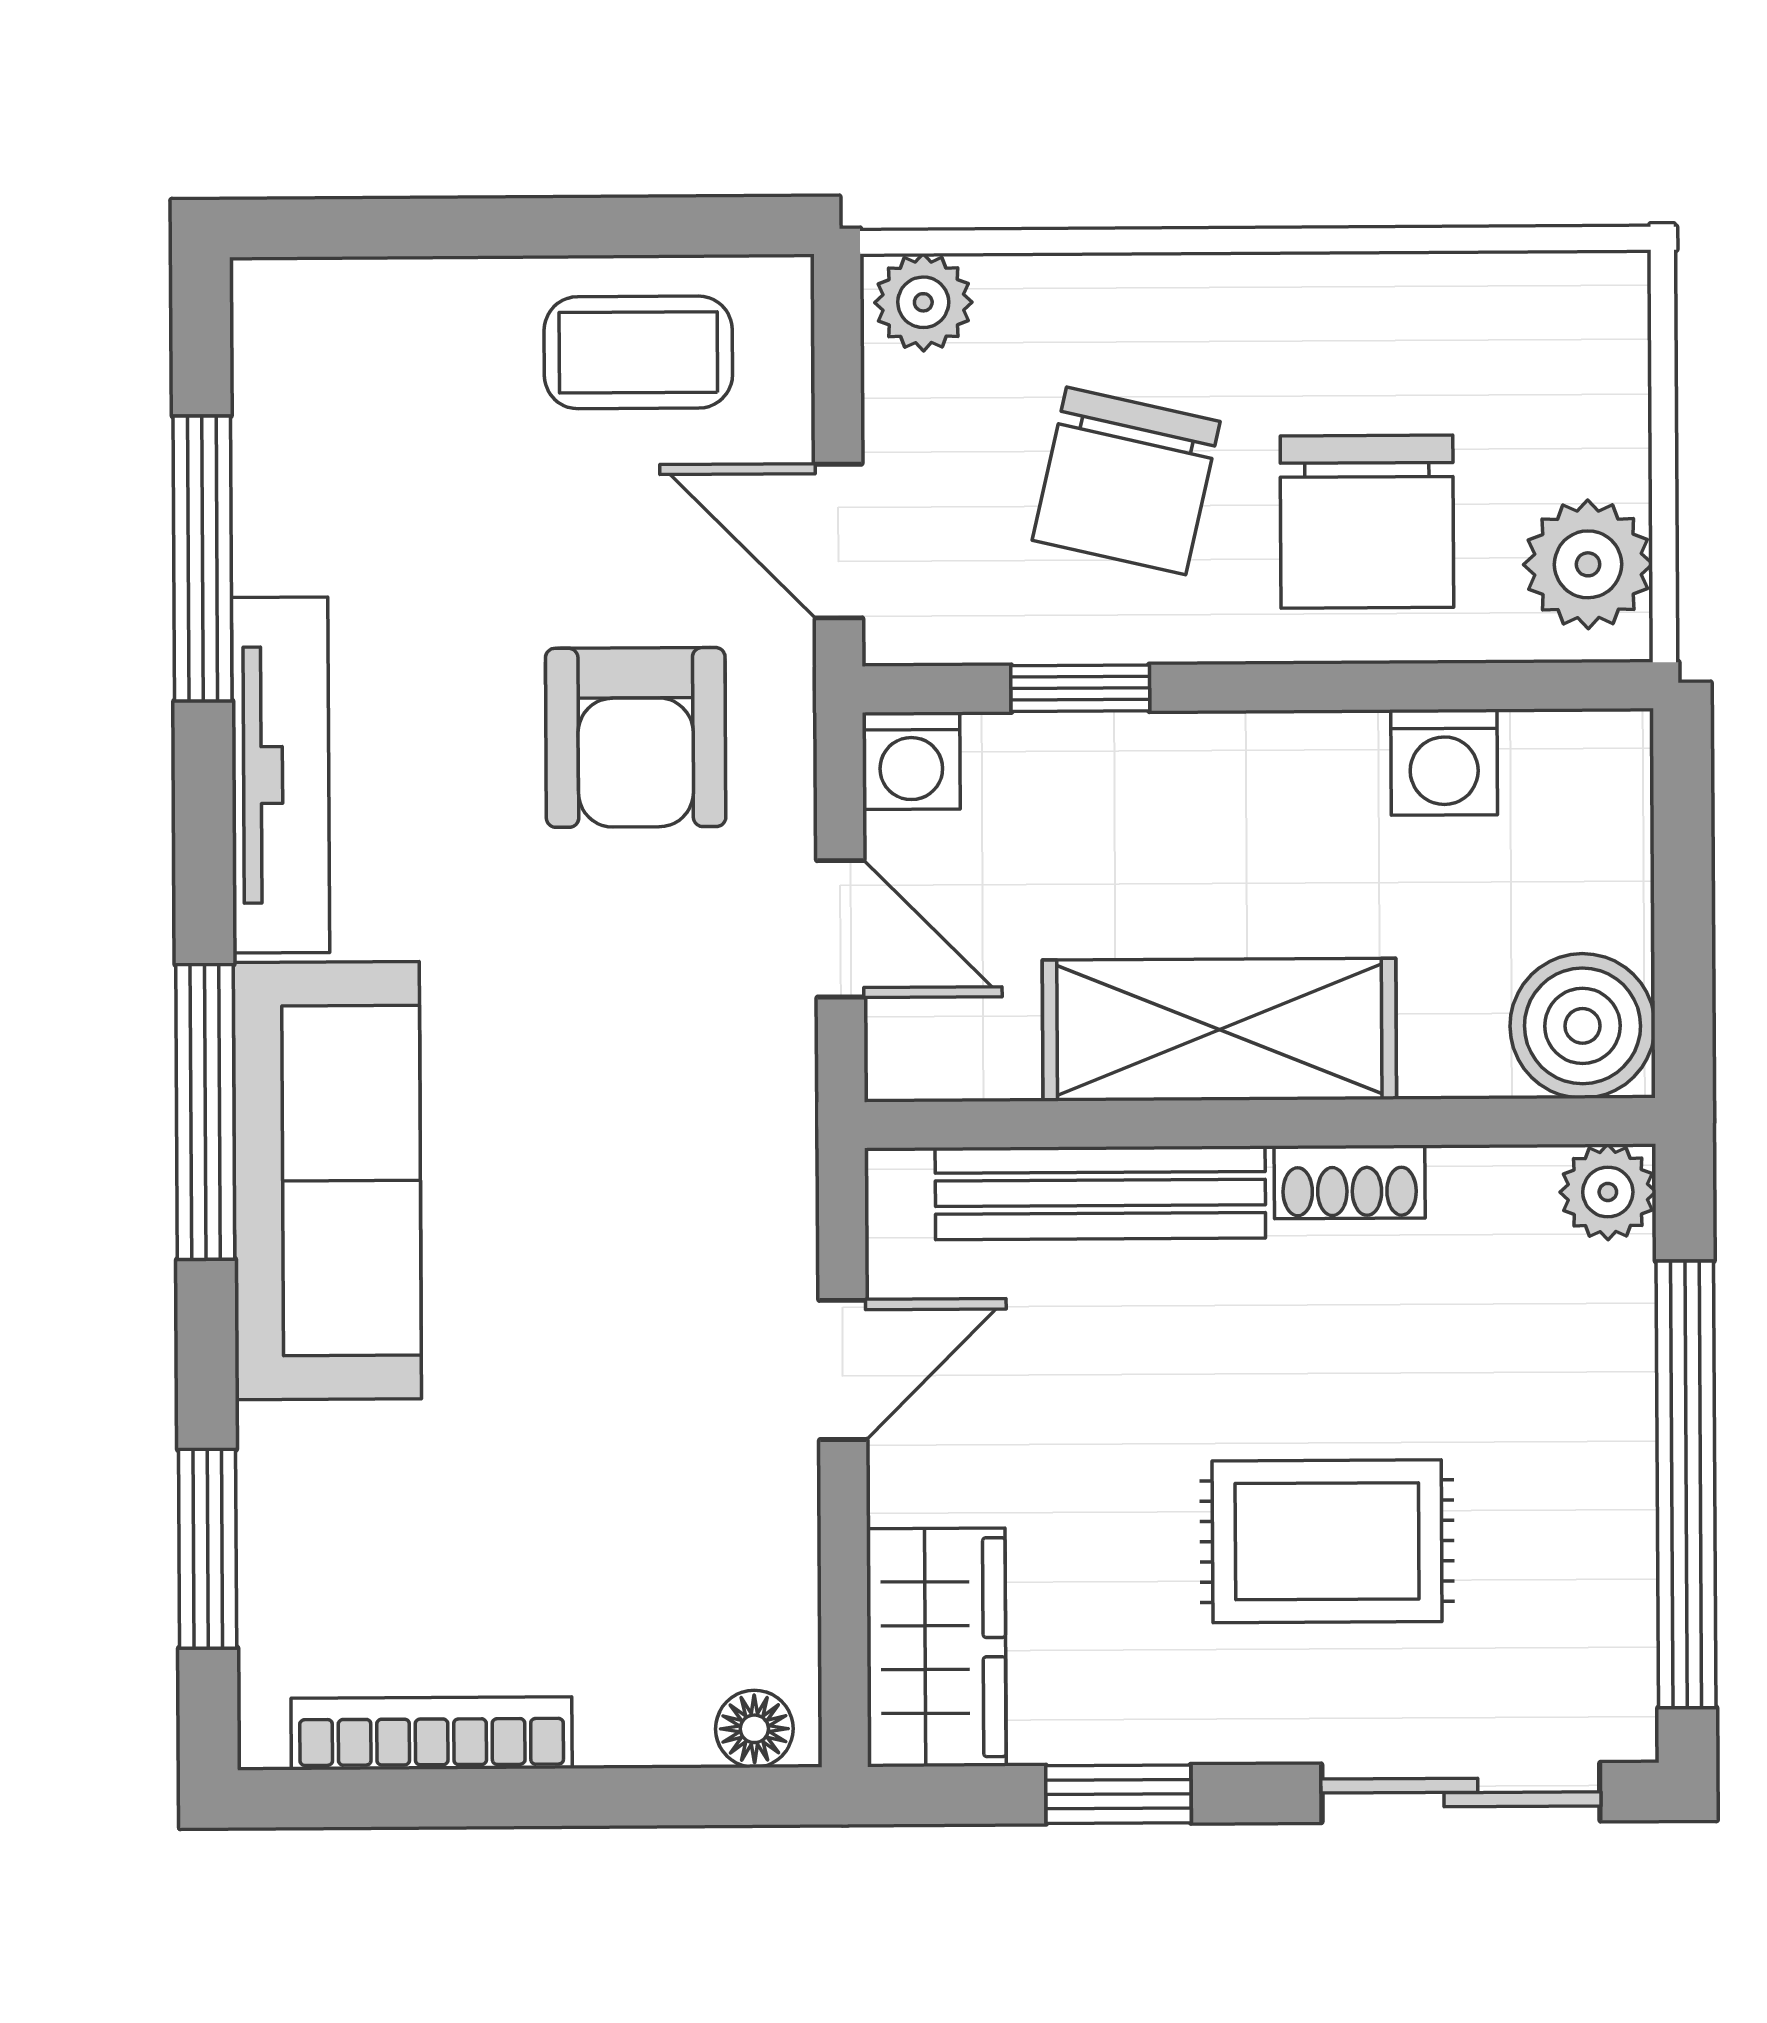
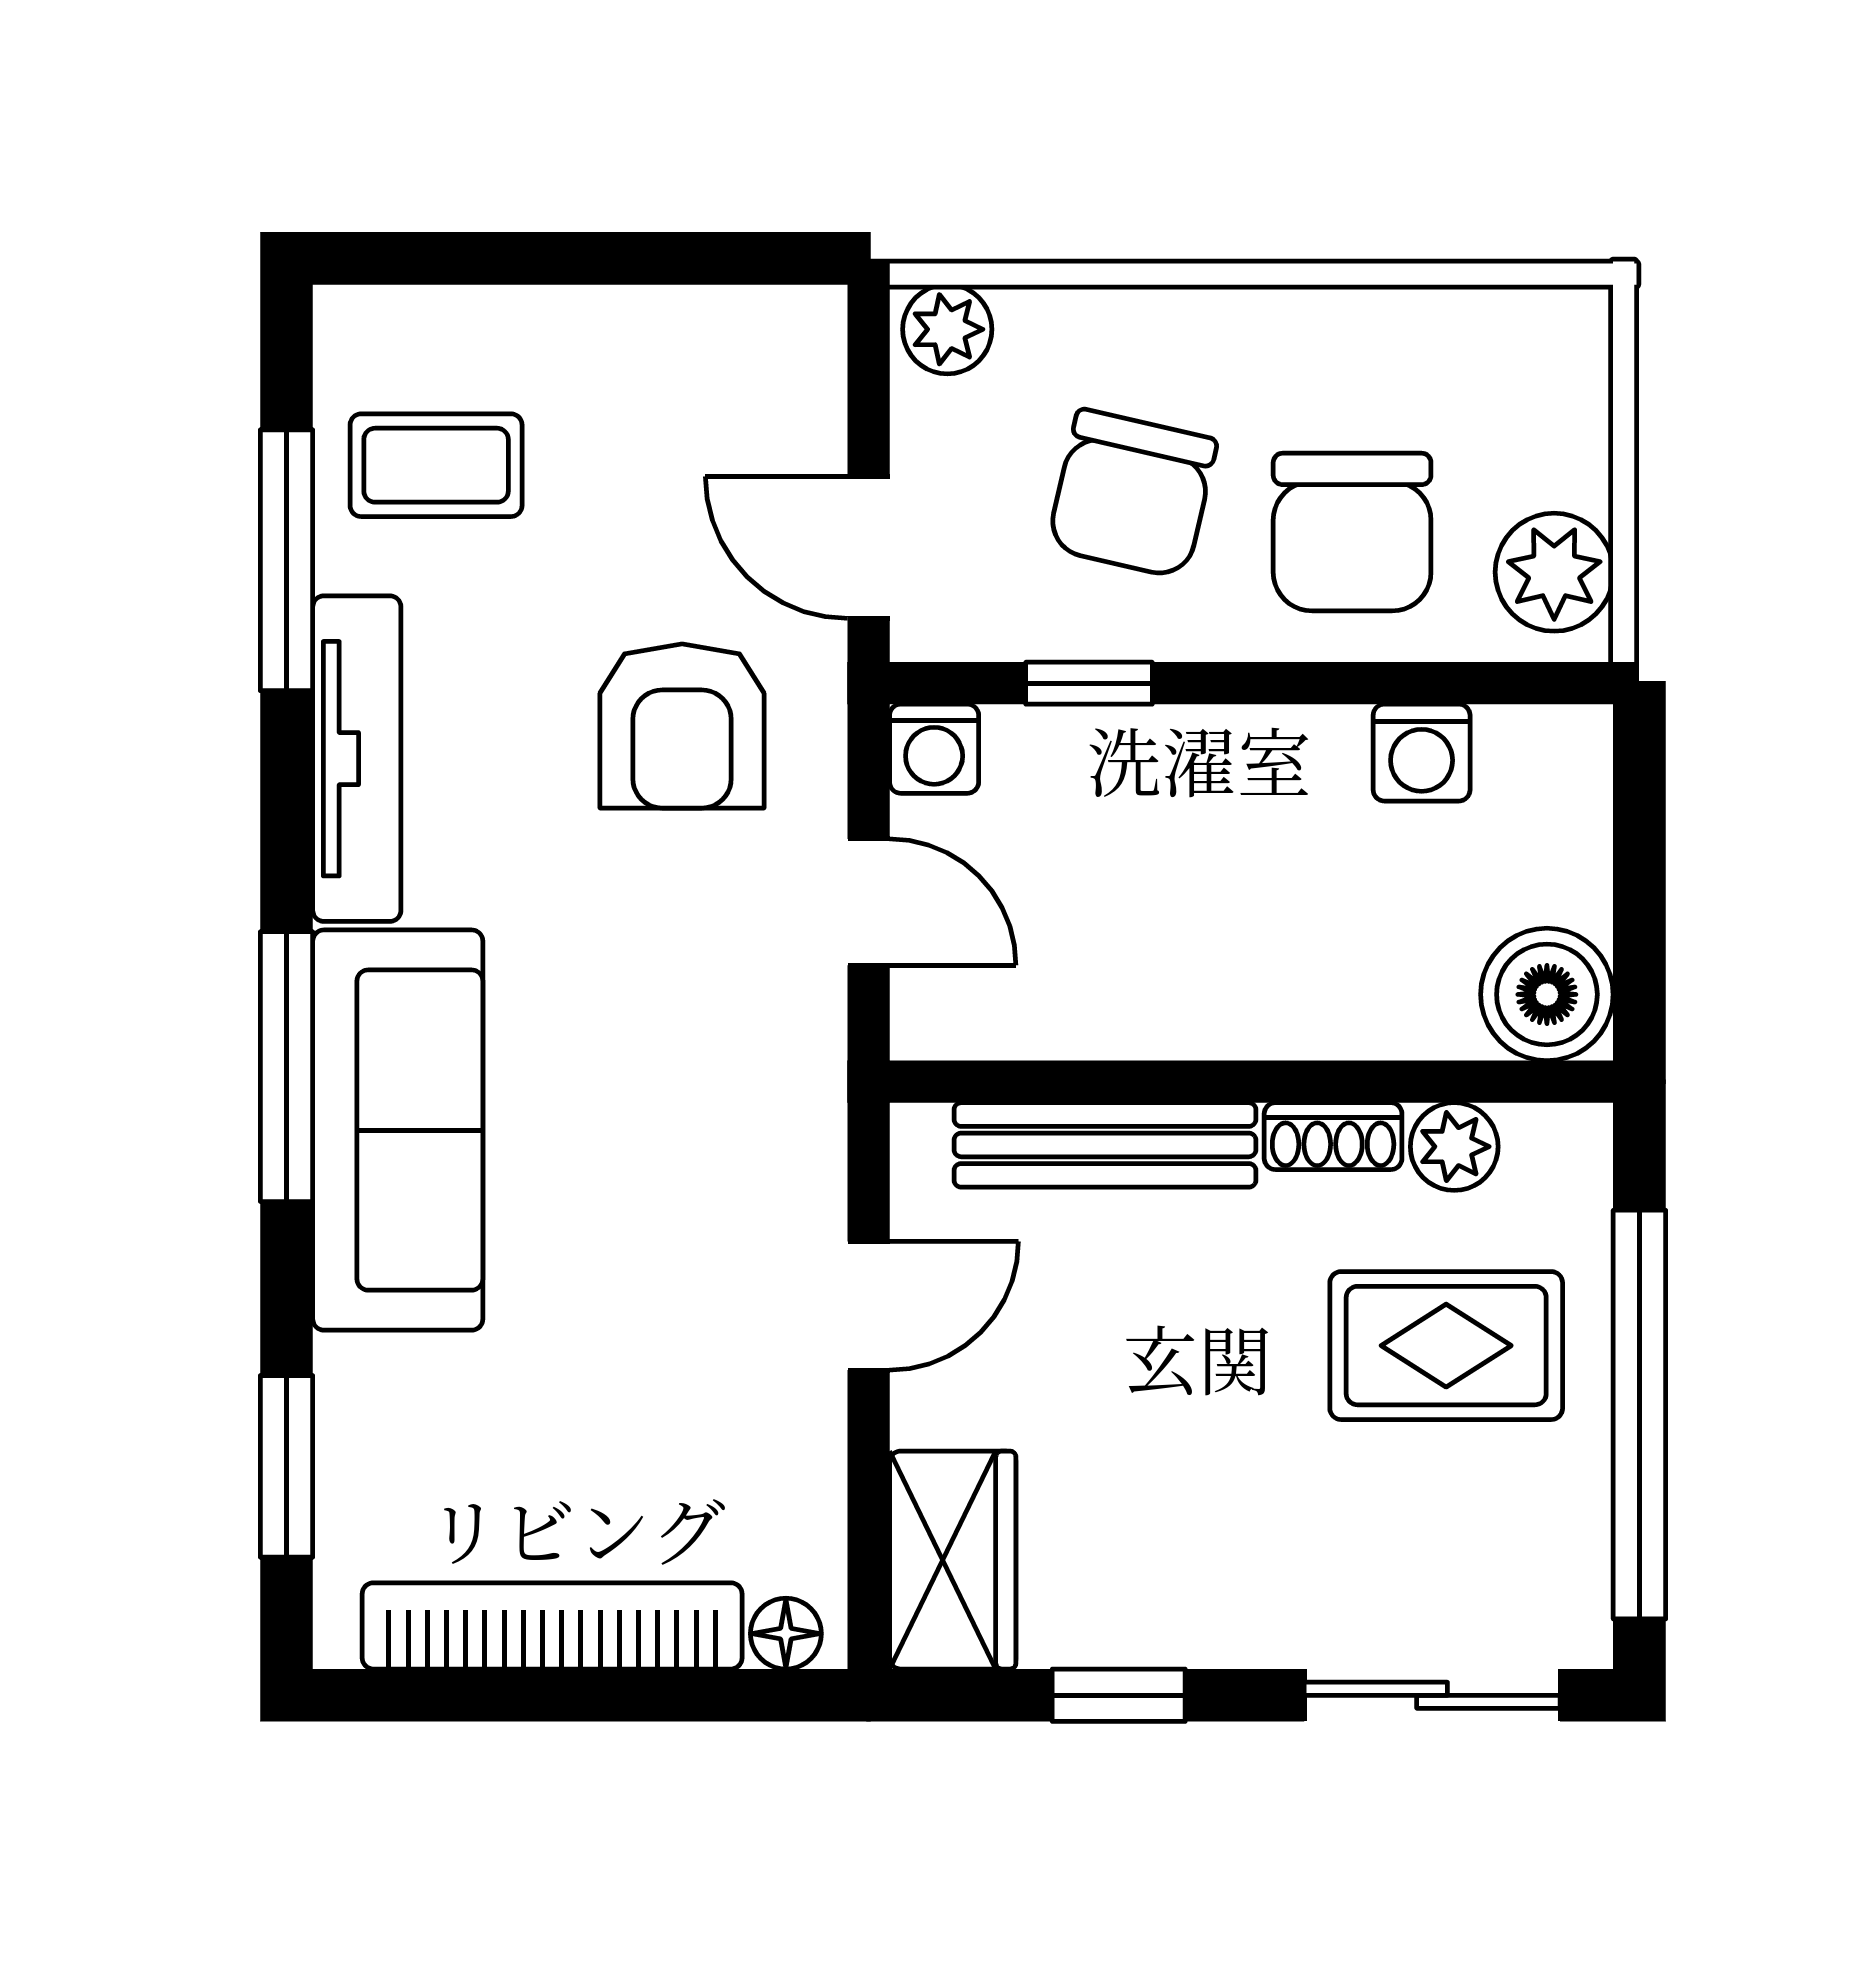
coffee table: (638, 352) -> (436, 465), moved
shelving: (1219, 1030) -> (1215, 996), removed
plant: (1608, 1192) -> (1454, 1147), moved
rug: (1327, 1541) -> (1446, 1346), moved
bookcase: (432, 1733) -> (552, 1626), width x1.48, depth x1.31

